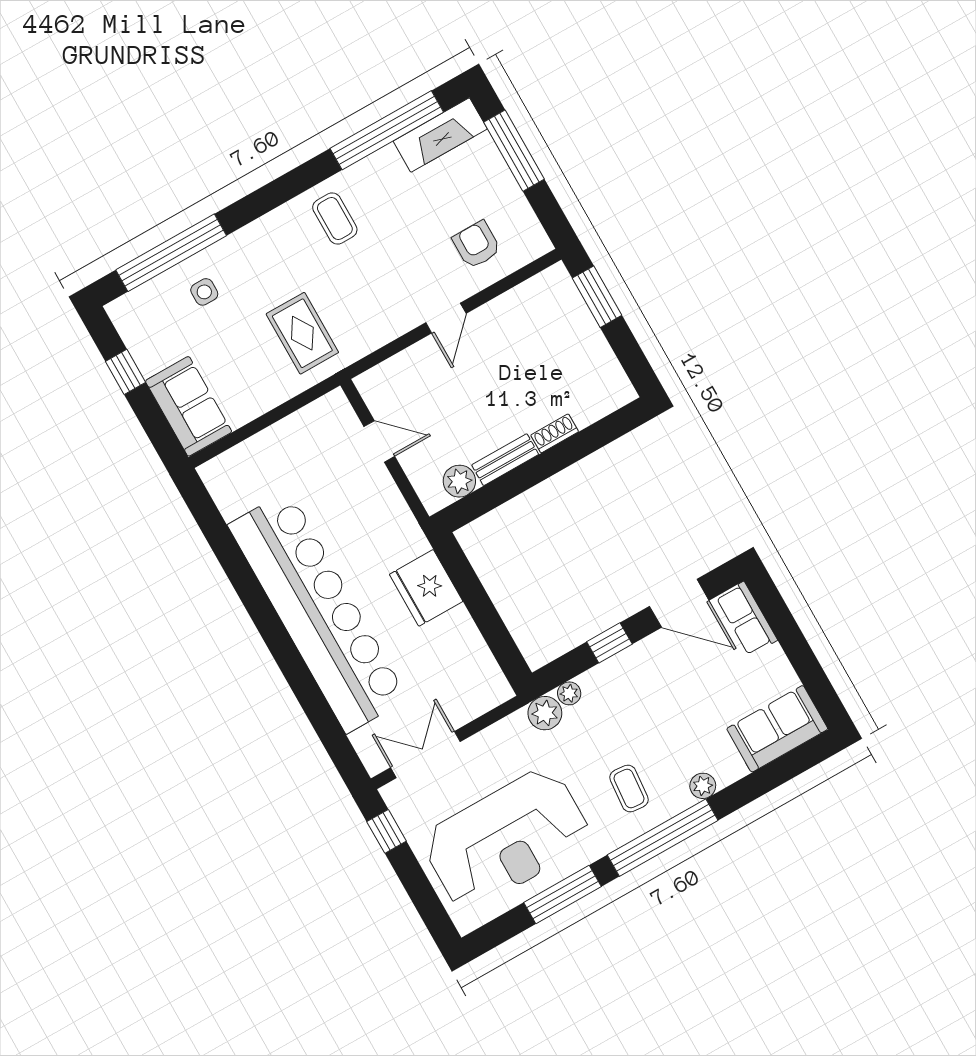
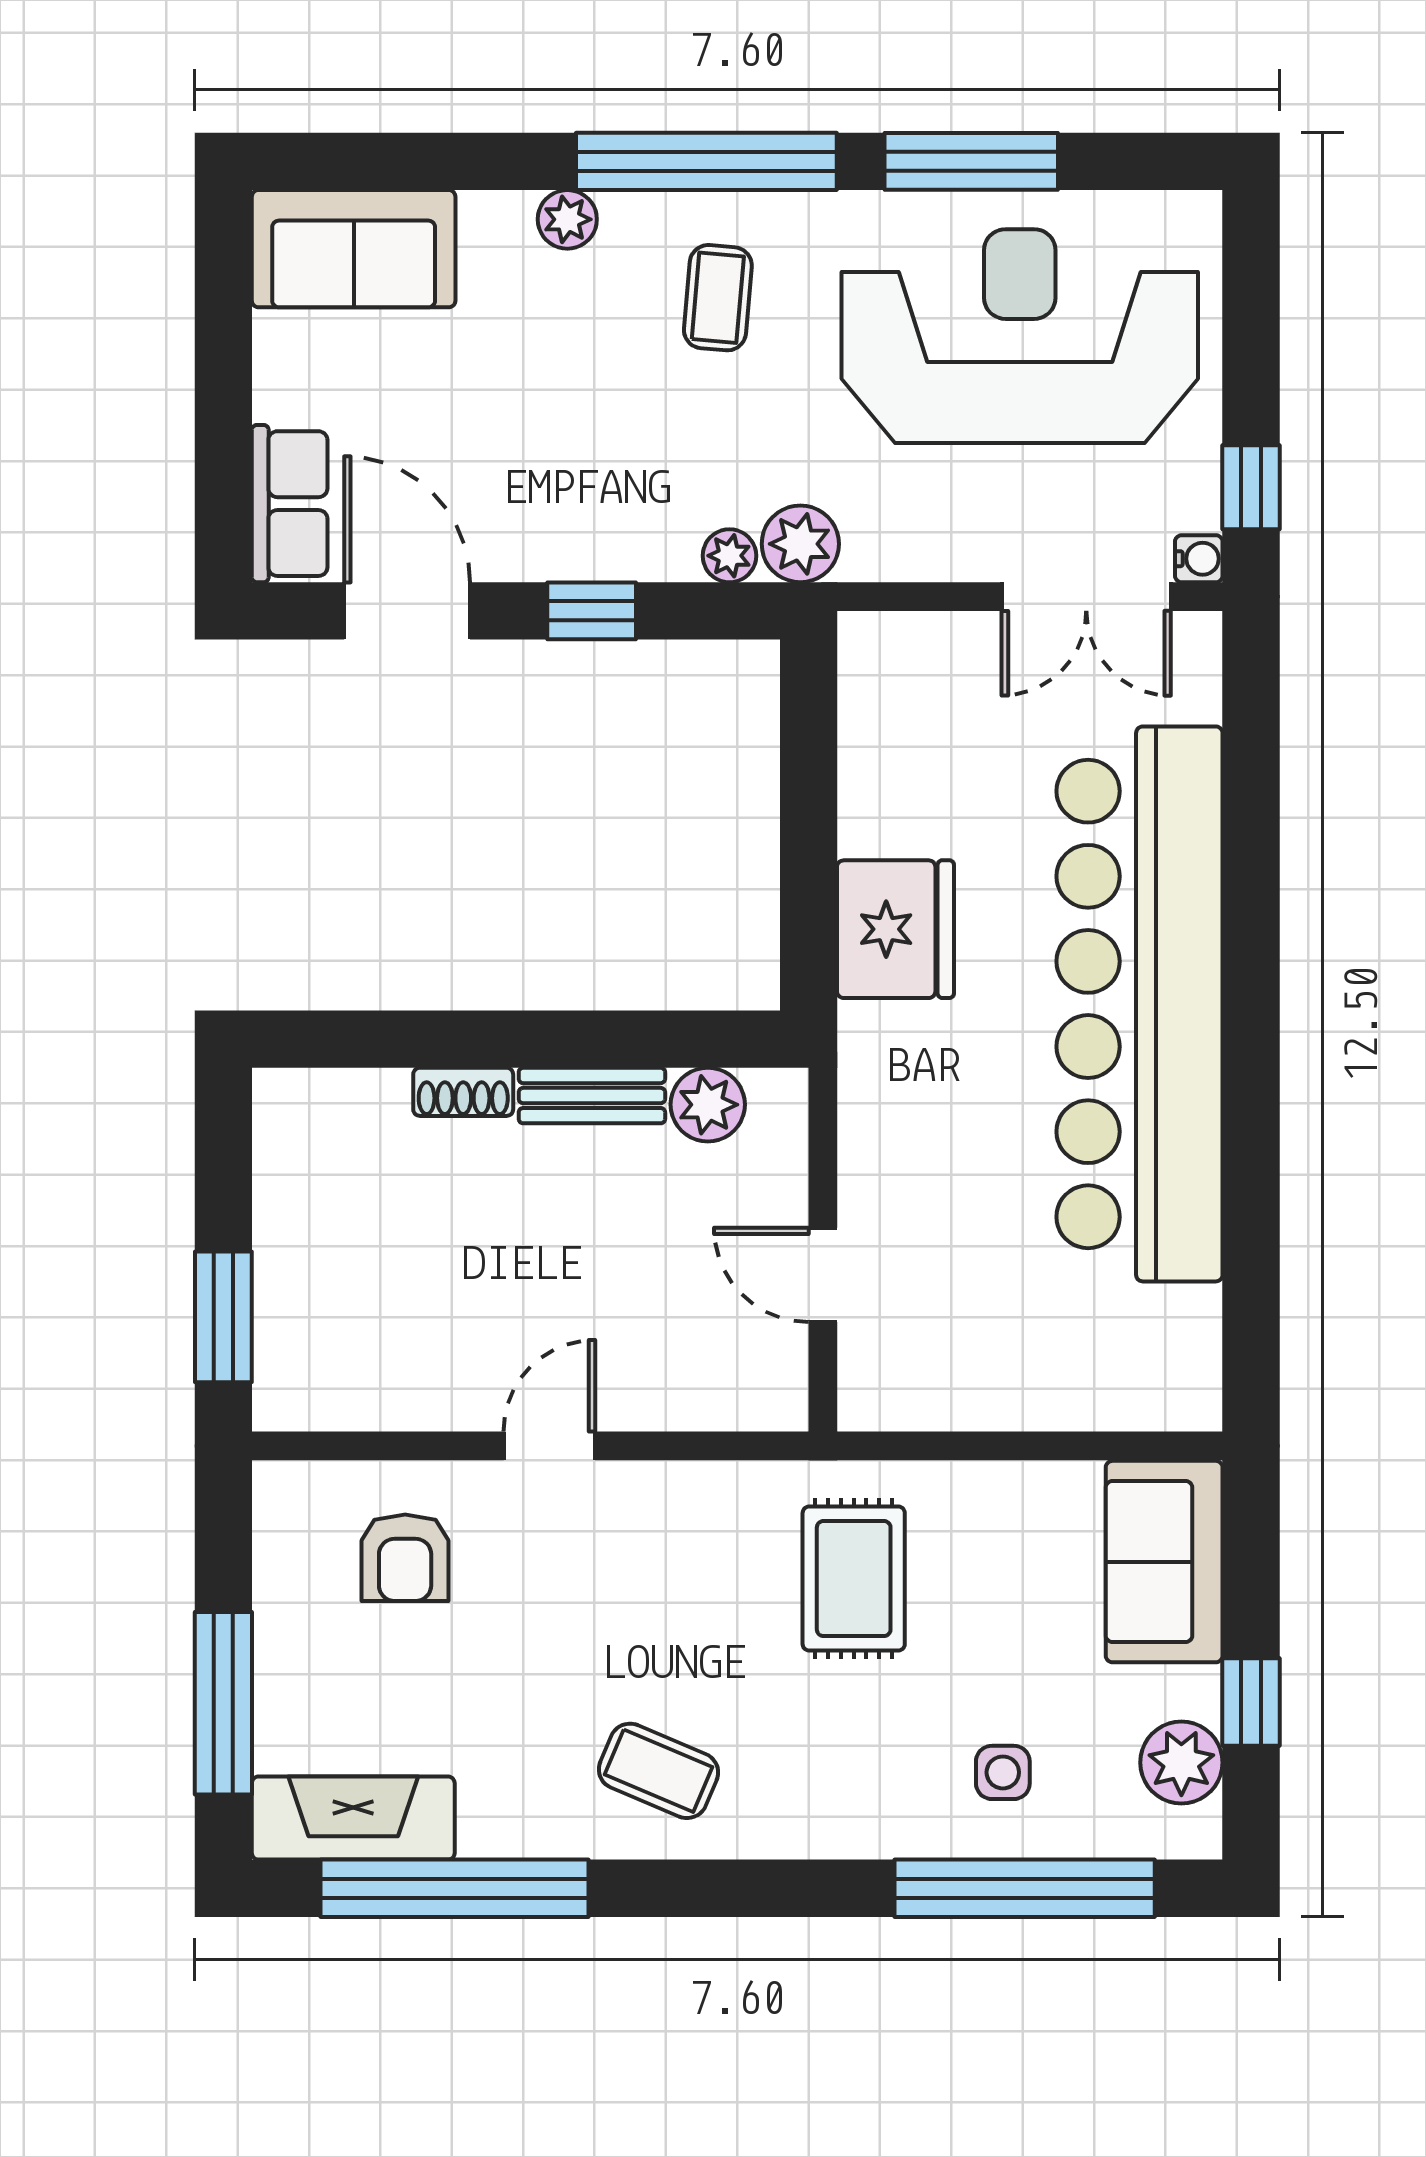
coffee table: (335, 219) -> (658, 1771), turned -67
plant: (139, 334) -> (1181, 1763), added
water cooler: (391, 793) -> (1199, 559), added

